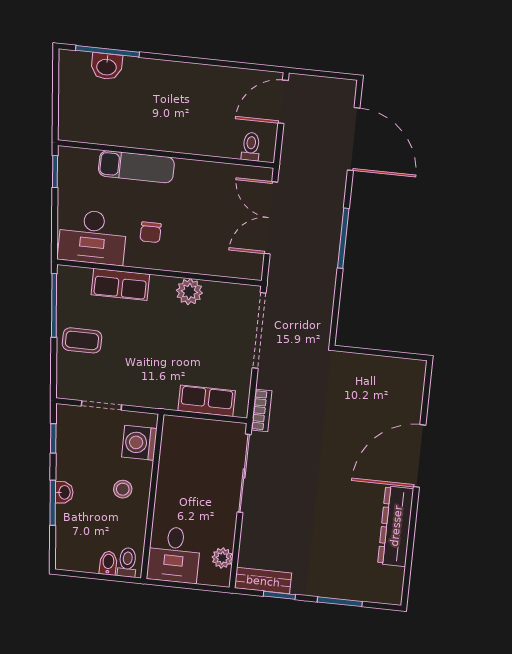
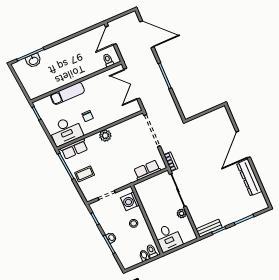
row of seats: (120, 284) -> (74, 149), moved
plant: (189, 292) -> (105, 136), moved
plant: (222, 558) -> (182, 213), moved

